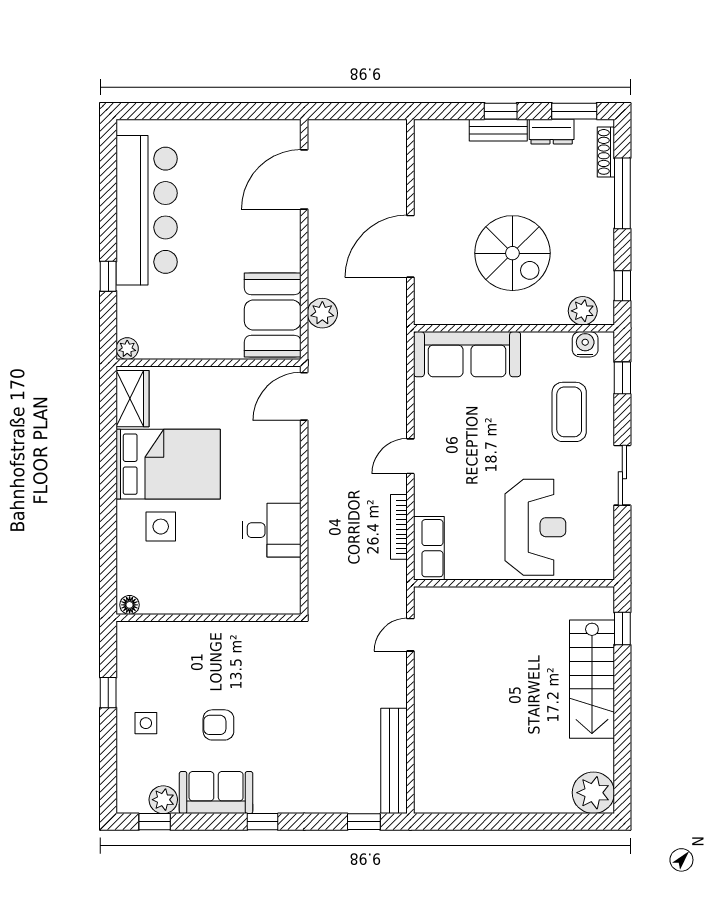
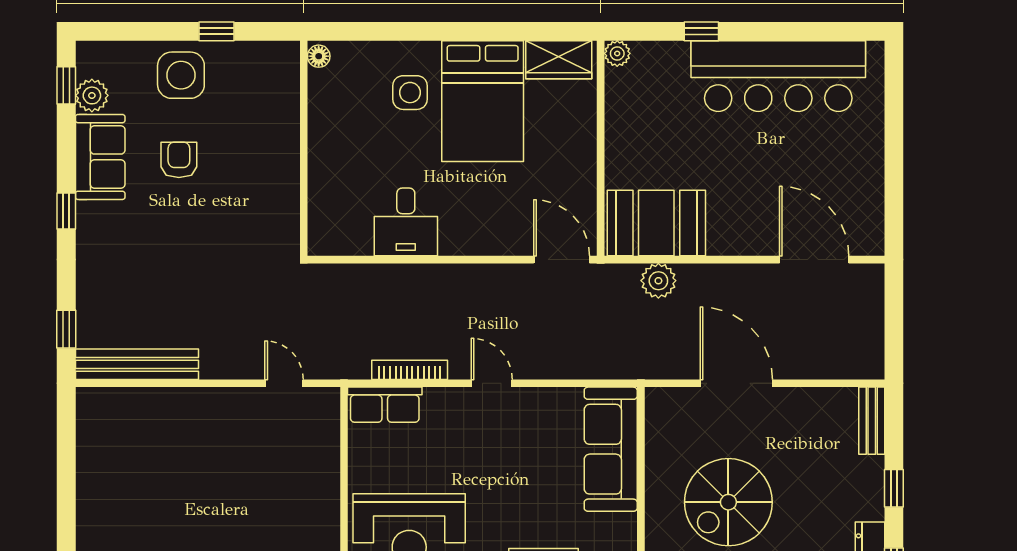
bench: (498, 130) -> (872, 421), moved
side table: (146, 723) -> (181, 75), width x1.87, depth x1.87

